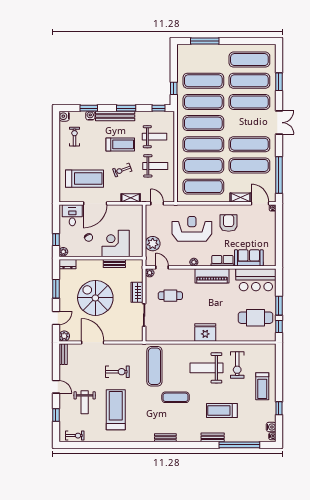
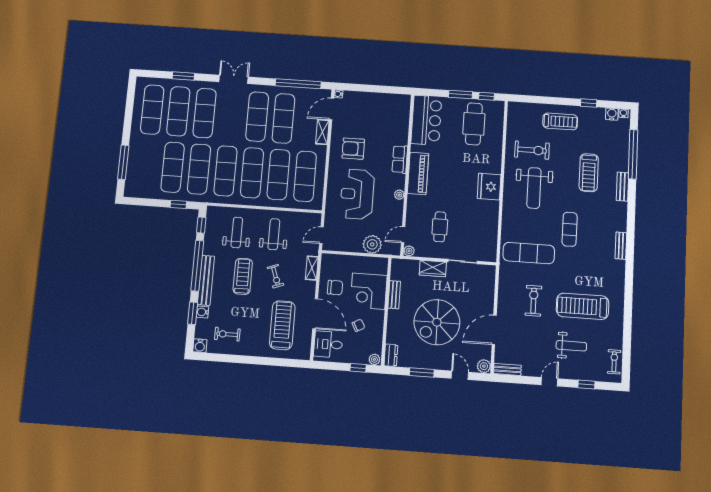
window: (126, 108) -> (197, 266), width x2.11
chair: (117, 217) -> (335, 288), added
sofa: (249, 258) -> (399, 127), removed

